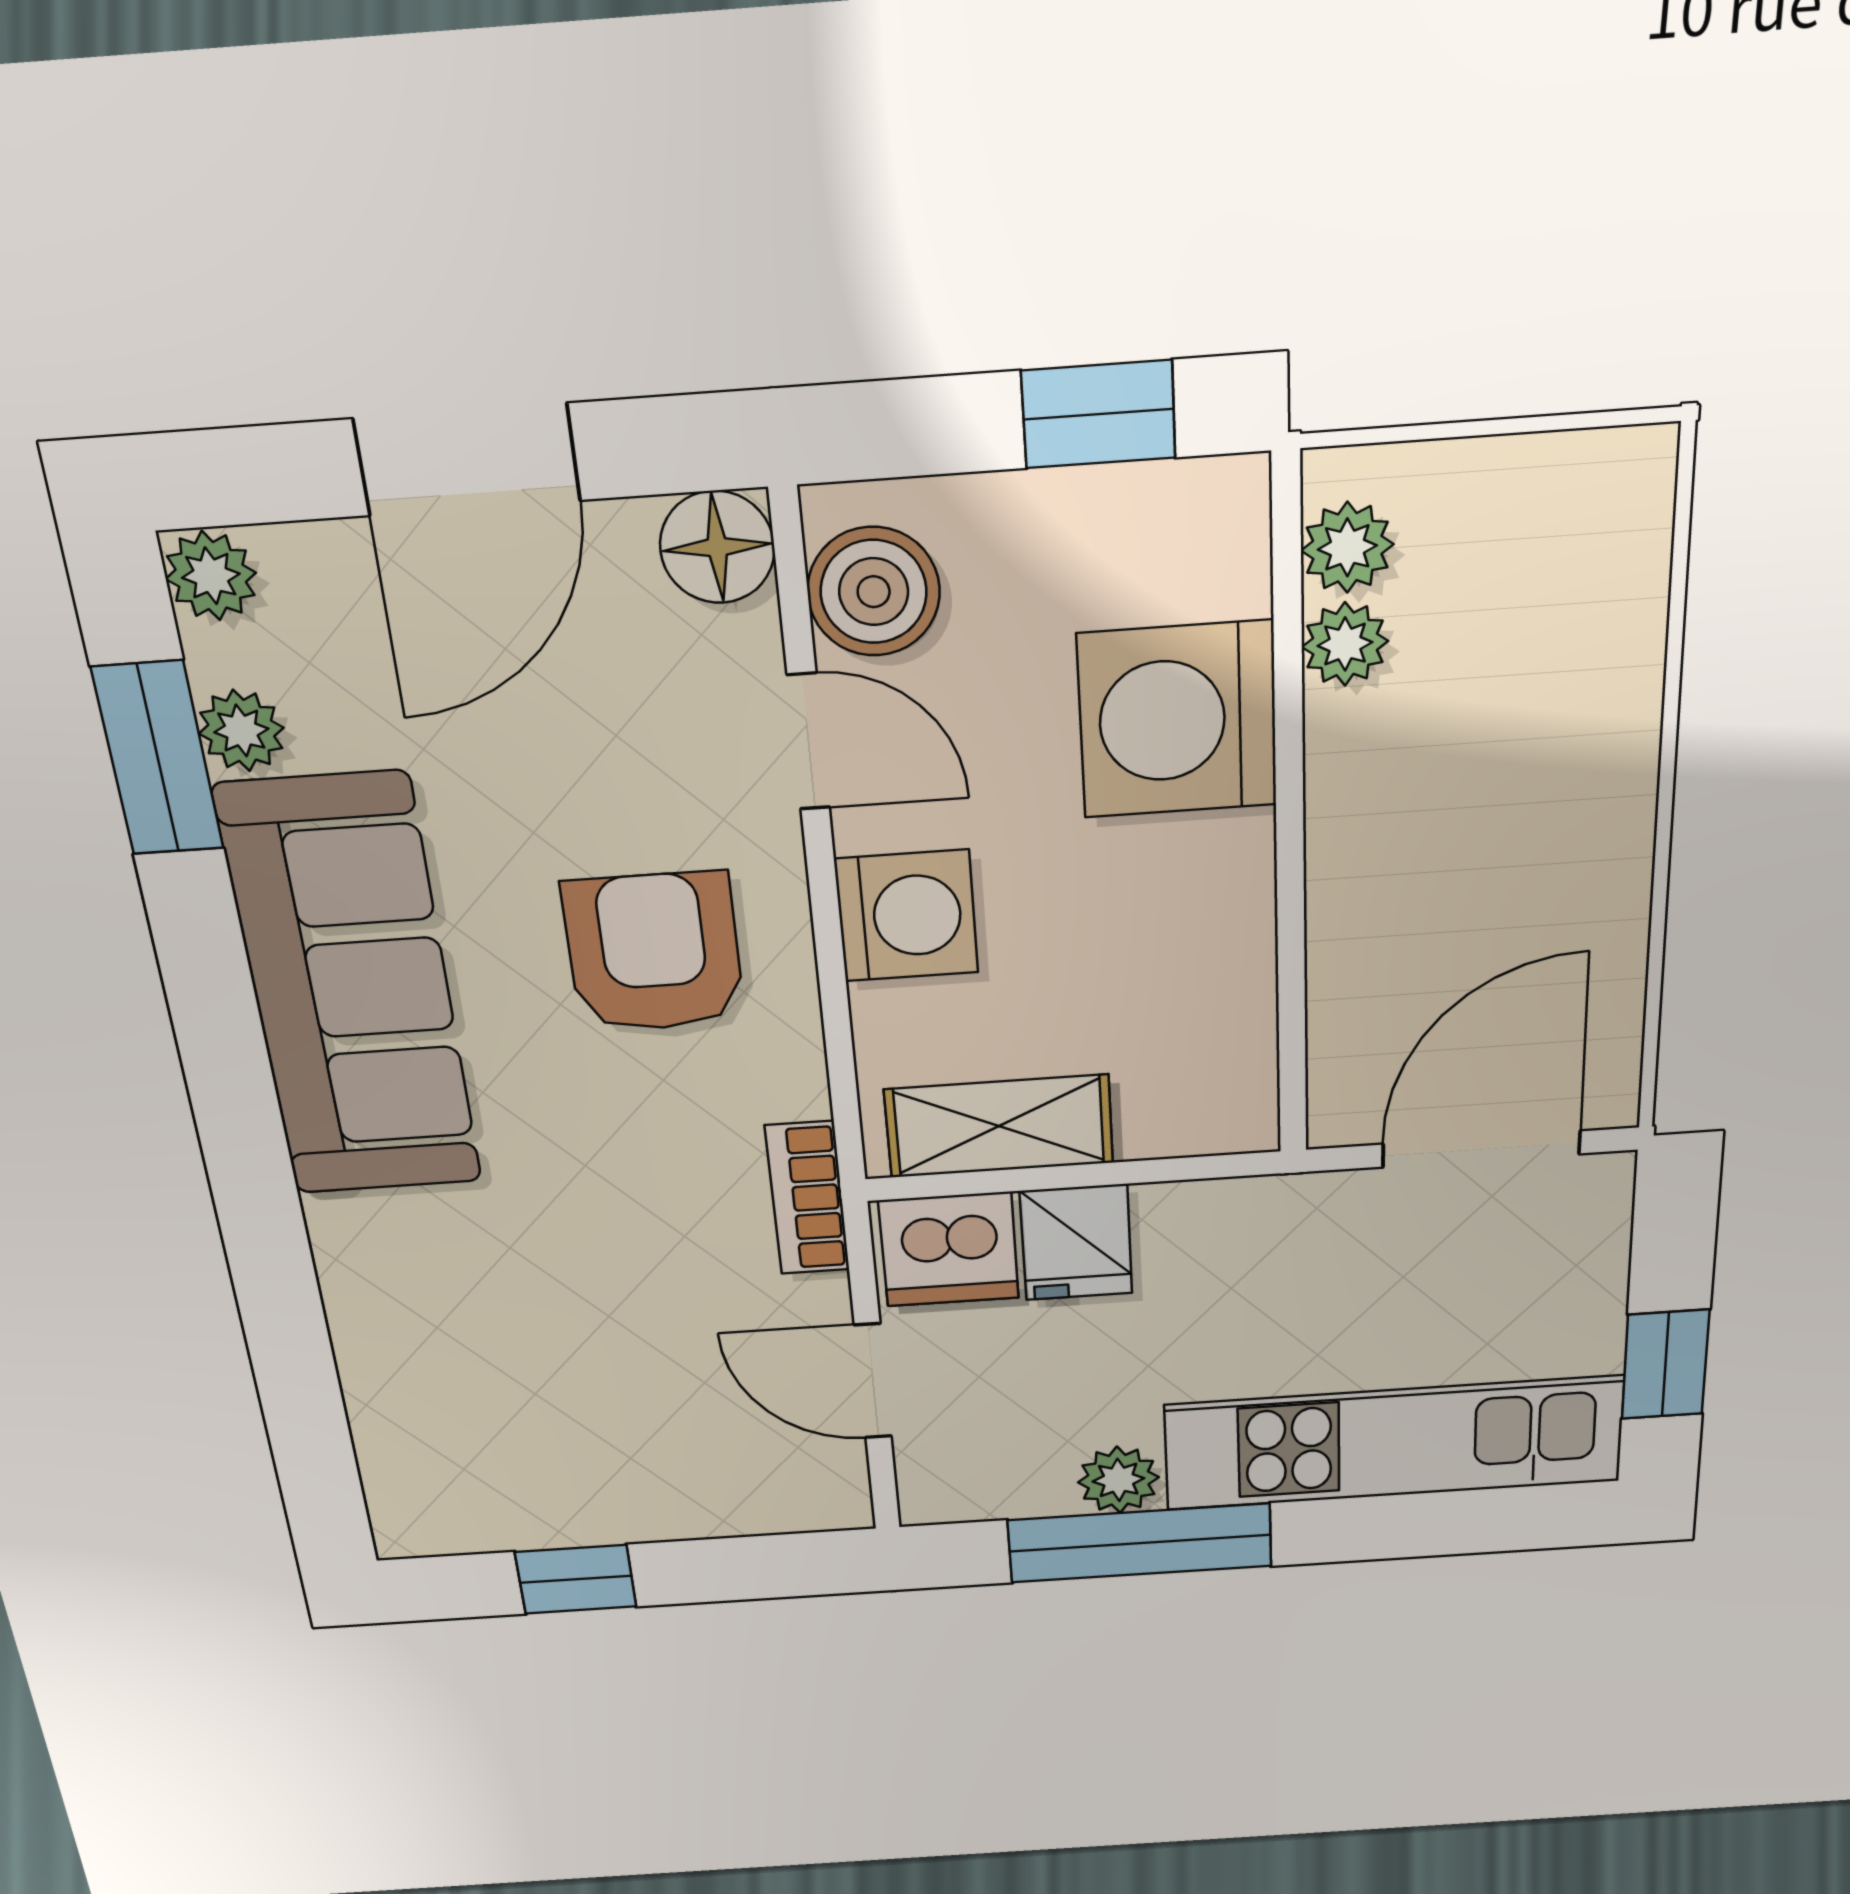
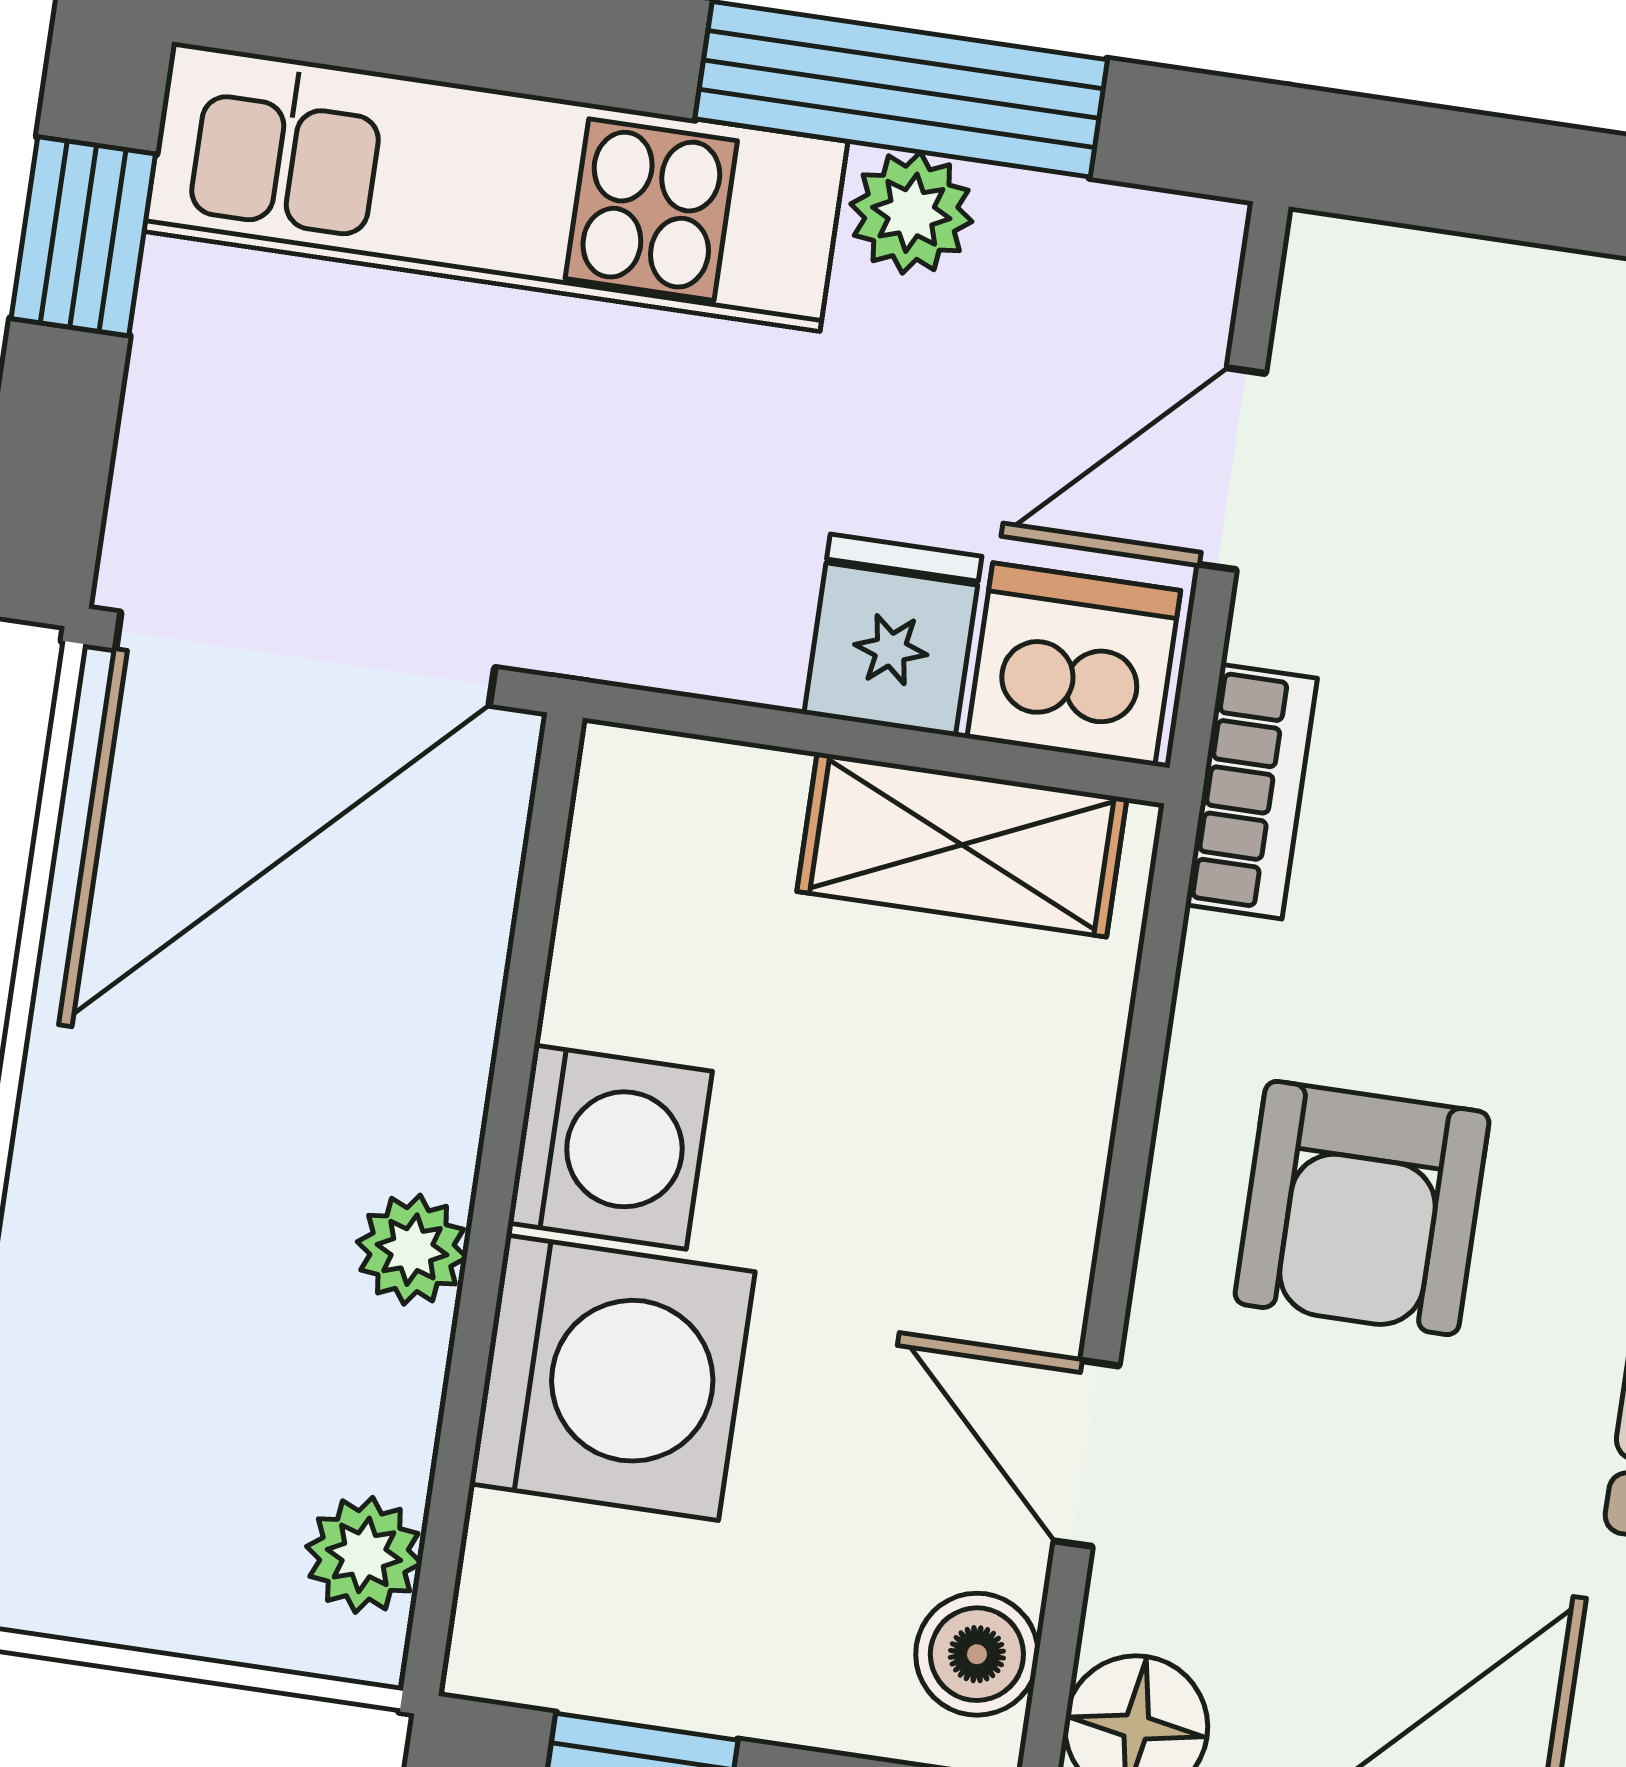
boiler: (874, 592) -> (977, 1654), width x0.73, depth x0.73
plant: (1345, 644) -> (412, 1250), moved
washing machine: (907, 916) -> (610, 1147), moved, turned 180
door: (1481, 1149) -> (305, 659), width x1.36
door: (873, 1381) -> (1232, 469), swing flipped

